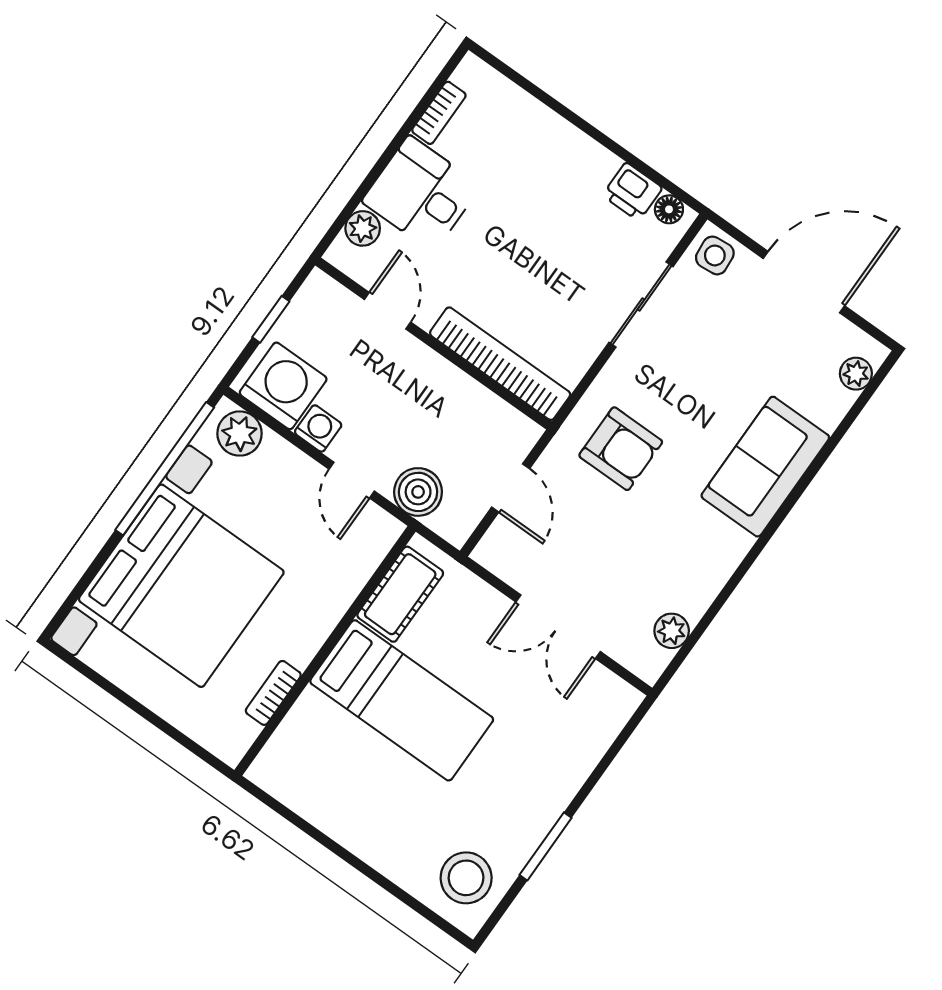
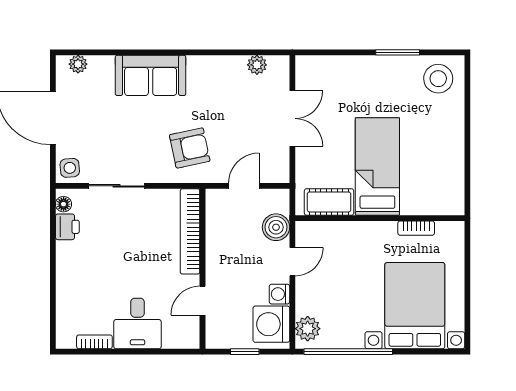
plant: (363, 228) -> (173, 339), removed
armchair: (621, 449) -> (190, 148), turned 78
bed with nightstands: (181, 586) -> (415, 306), width x0.73

